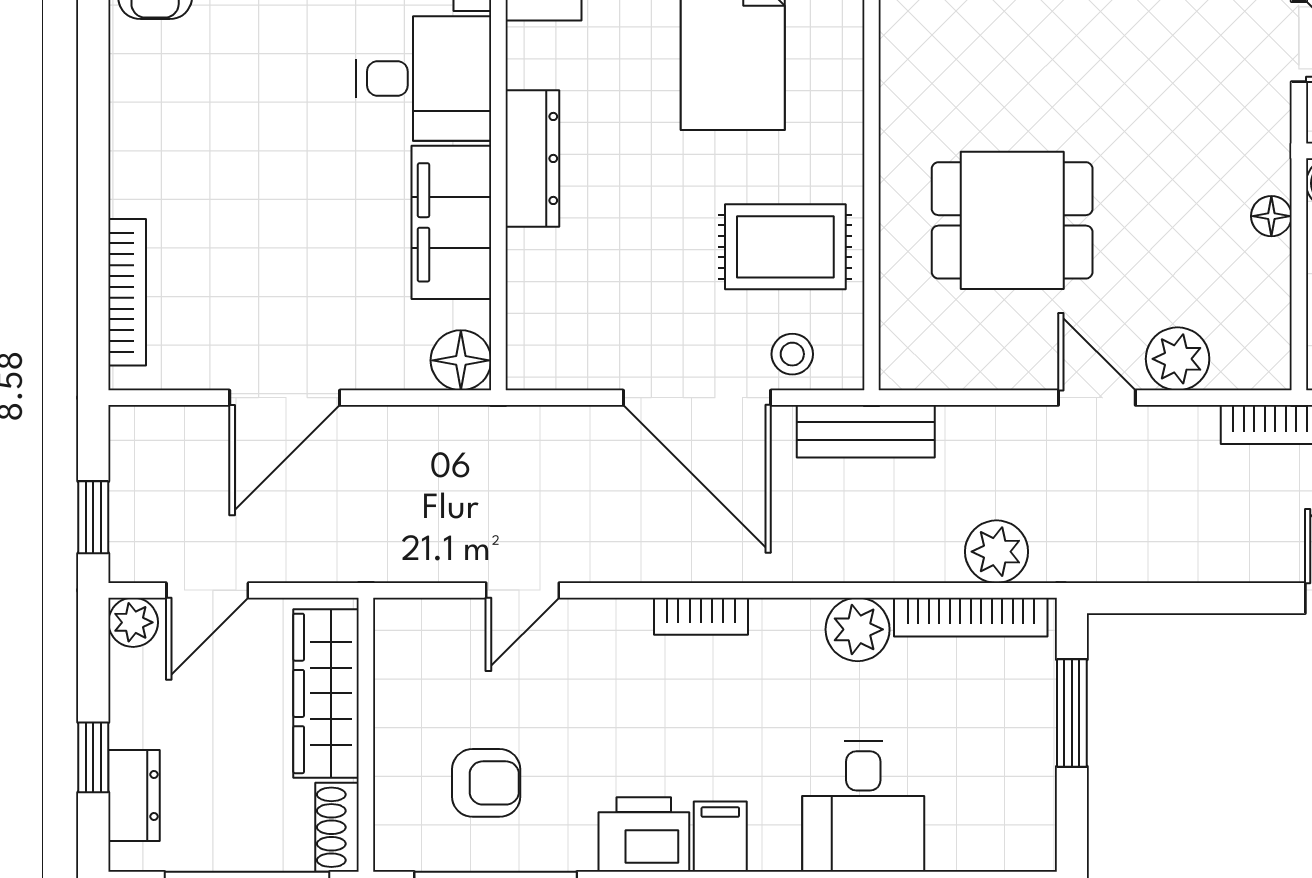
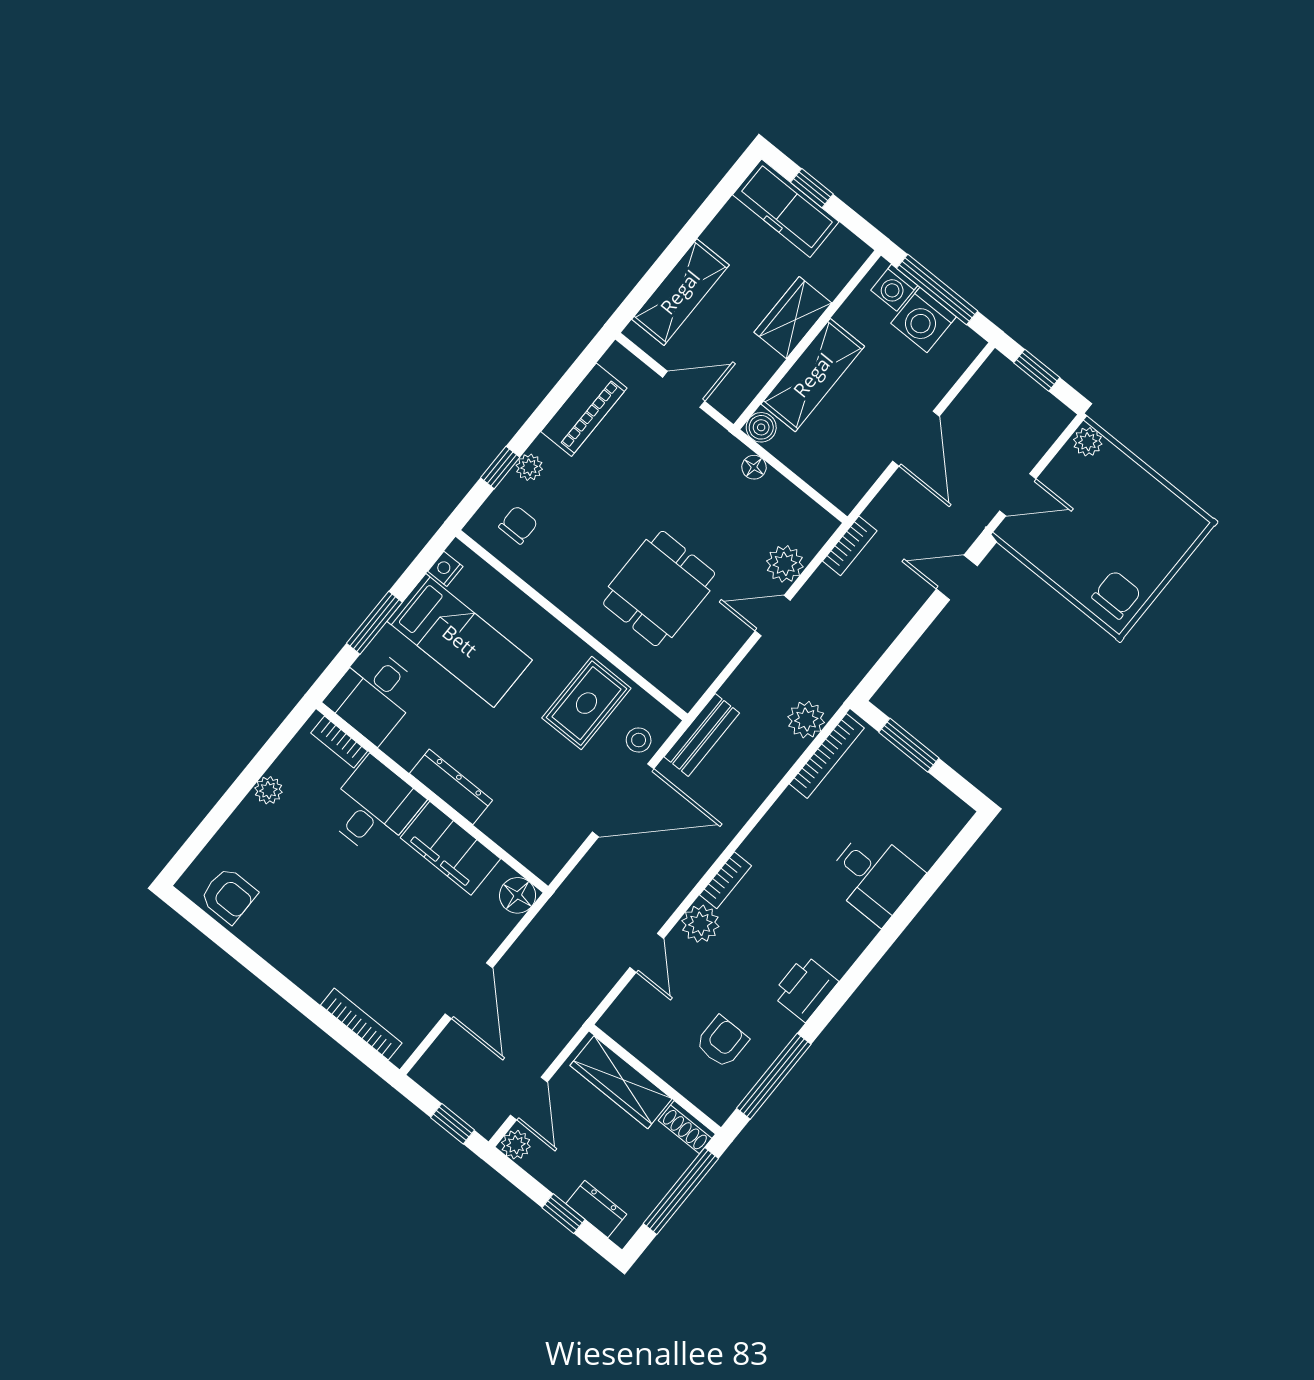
plant: (858, 629) -> (700, 924), moved
filing cabinet: (720, 837) -> (835, 954), removed

